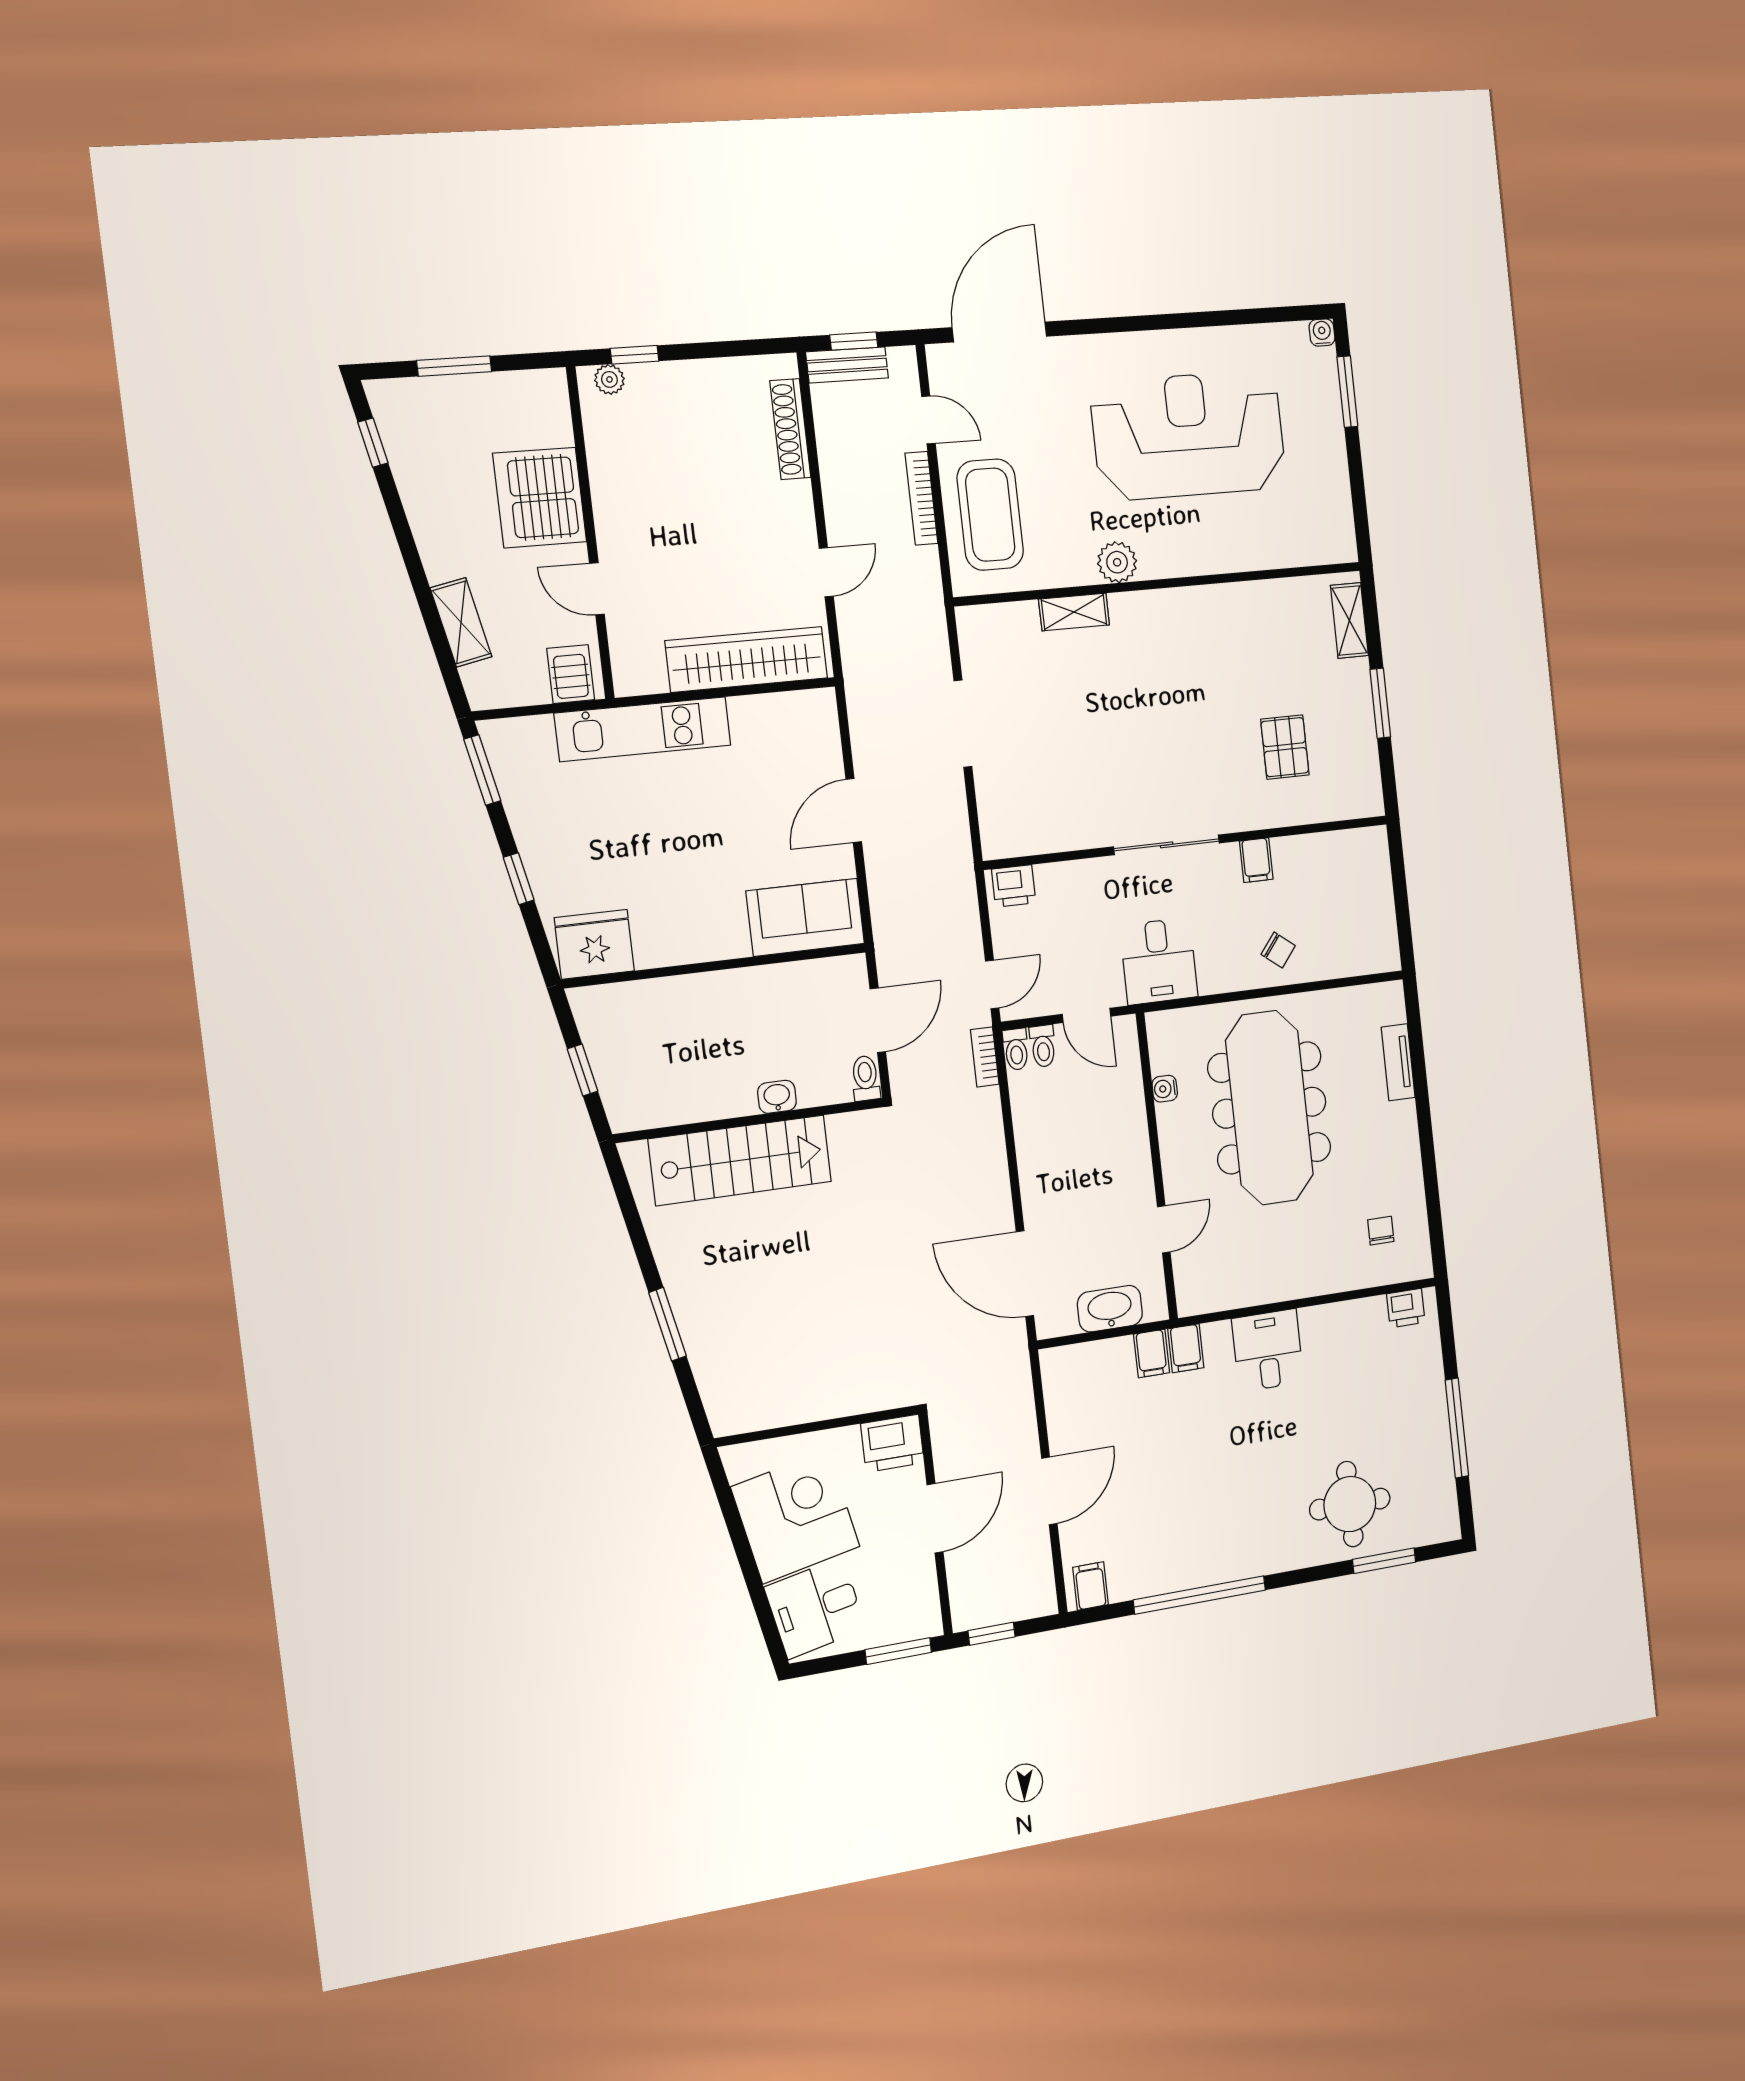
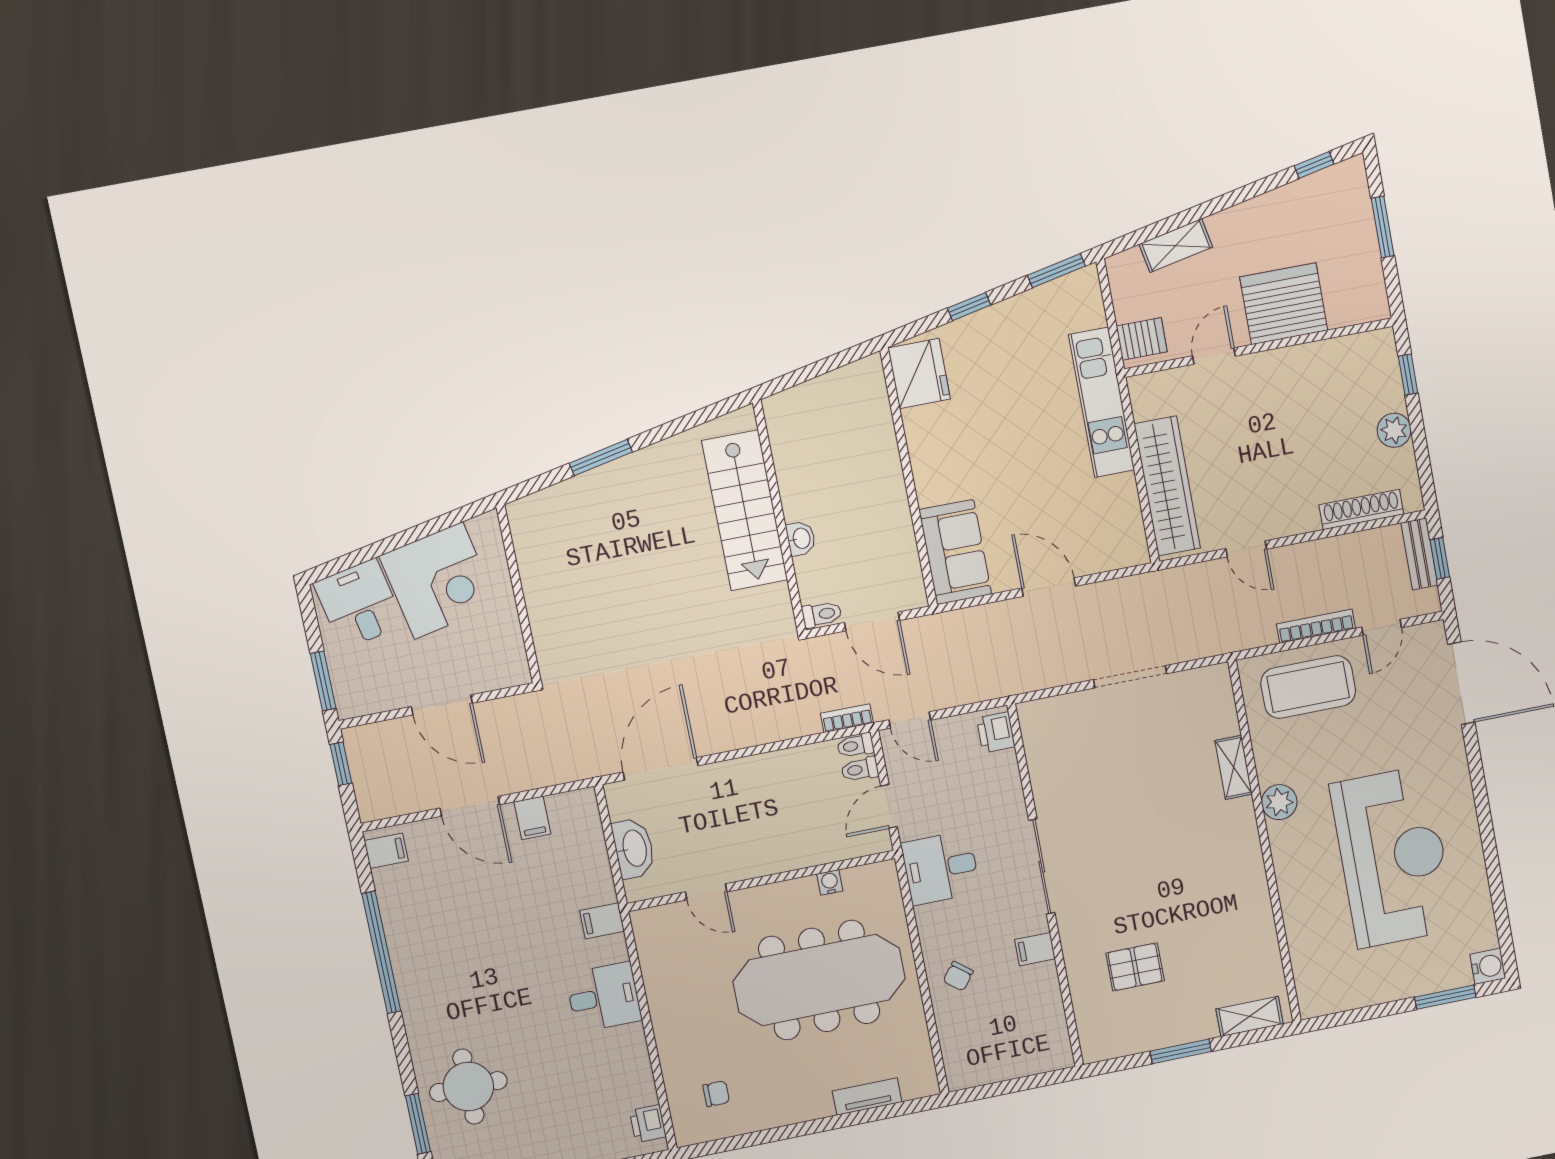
water cooler: (1322, 333) -> (1488, 966), width x1.38, depth x1.38
plant: (609, 379) -> (1394, 430), moved, width x1.38, depth x1.38
window: (583, 1070) -> (813, 371), removed
filing cabinet: (1152, 1353) -> (532, 818), moved, turned -90
printer: (892, 1443) -> (506, 662), removed

